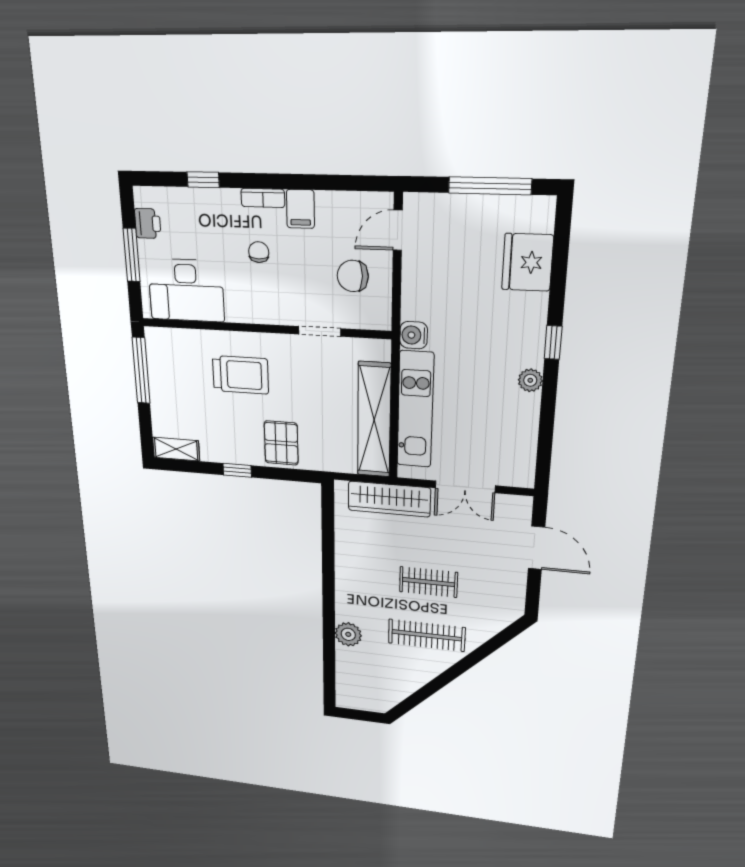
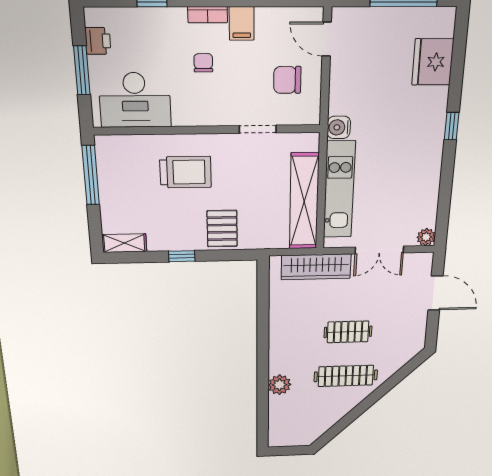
door: (398, 230) -> (327, 39), hinge flipped
plant: (530, 380) -> (426, 237), moved

